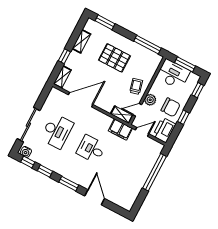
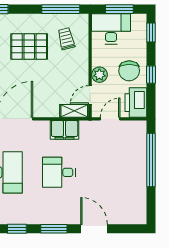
trolley: (136, 86) -> (66, 39), moved
chair: (171, 107) -> (129, 71), turned 90
filing cabinet: (120, 130) -> (65, 130), moved

